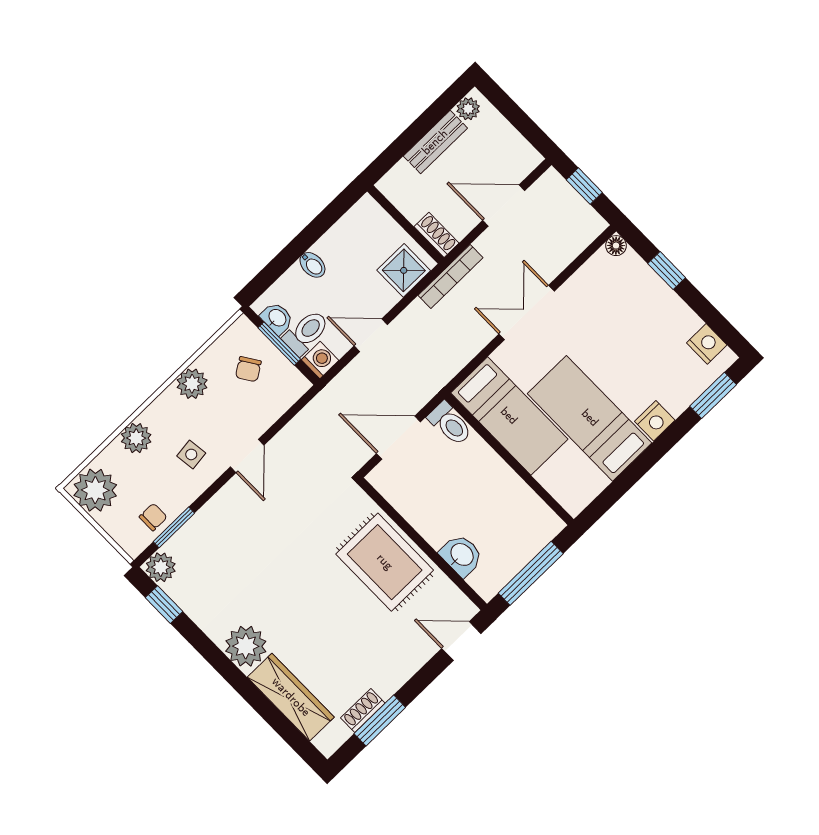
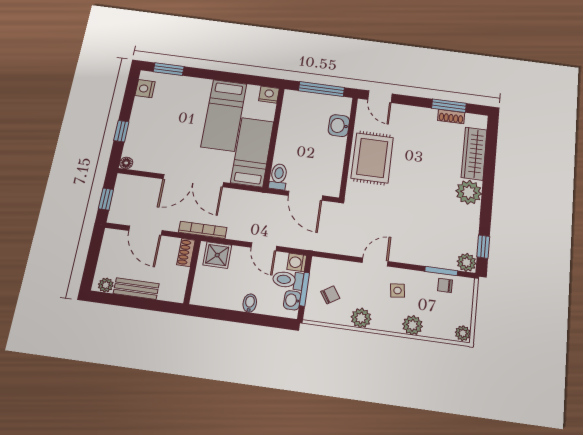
double door: (527, 313) -> (193, 181), width x1.37
nightstand: (655, 421) -> (269, 95), moved
plant: (95, 490) -> (463, 333), width x0.53, depth x0.53

